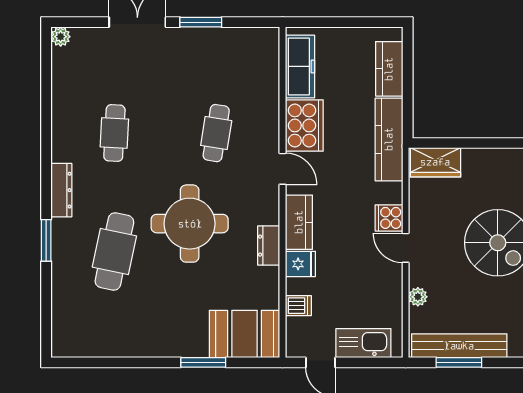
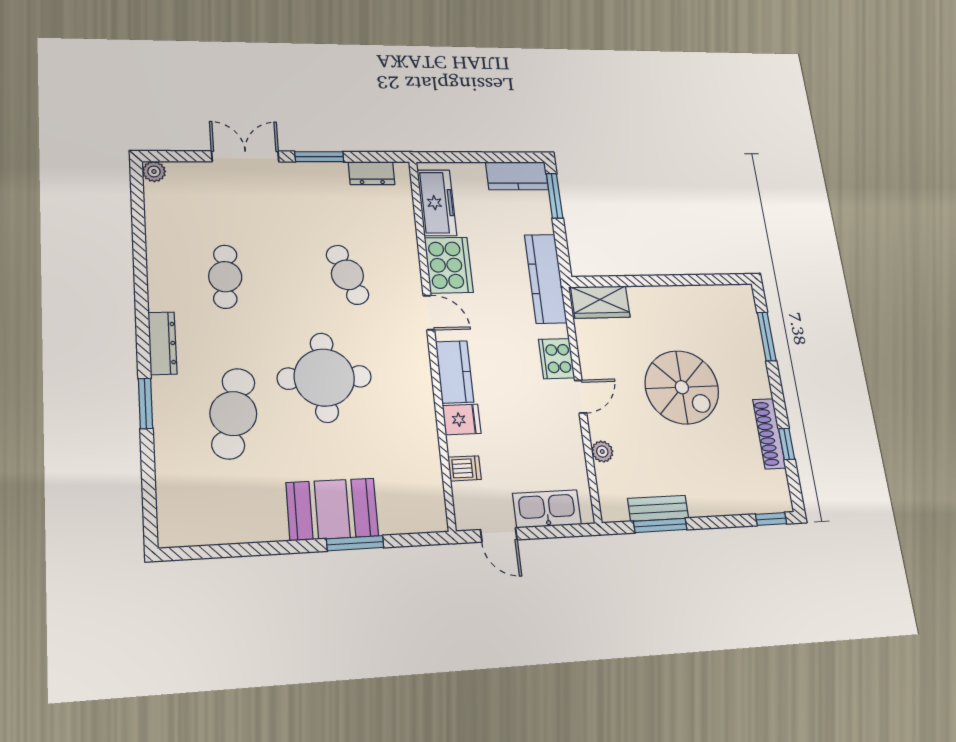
window: (408, 60) -> (554, 196), added
kitchen counter: (389, 69) -> (517, 176), moved, turned -90
cafe table: (216, 133) -> (347, 275), turned -30
cooker: (389, 218) -> (556, 359), width x1.36
dresser: (269, 246) -> (371, 173), moved, turned -90
door: (406, 248) -> (581, 397), swing flipped
booth: (244, 334) -> (332, 509), moved
bench: (459, 346) -> (658, 508), width x0.54, depth x0.82

